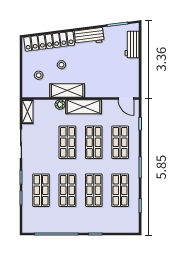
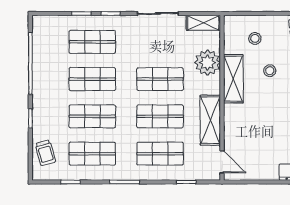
door: (126, 98) -> (222, 162), swing flipped
plant: (60, 105) -> (207, 63), width x1.87, depth x1.87
shelving: (84, 107) -> (210, 120), moved
trolley: (119, 223) -> (45, 153), added

